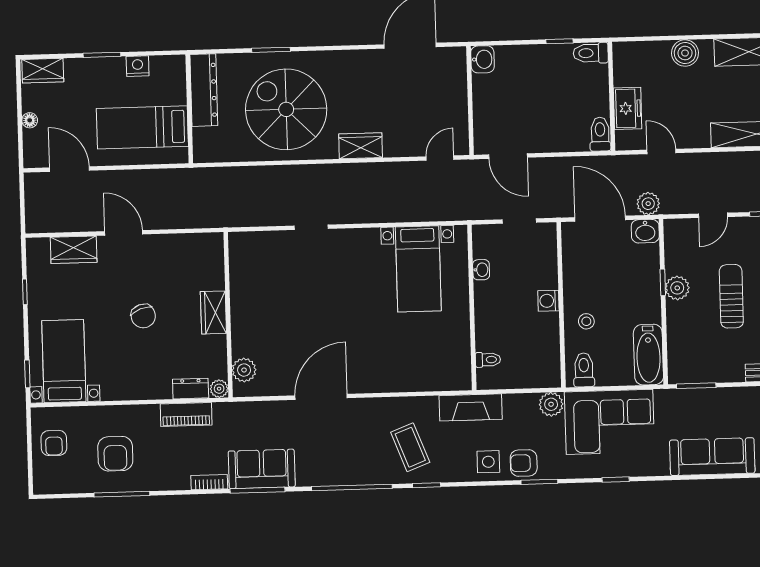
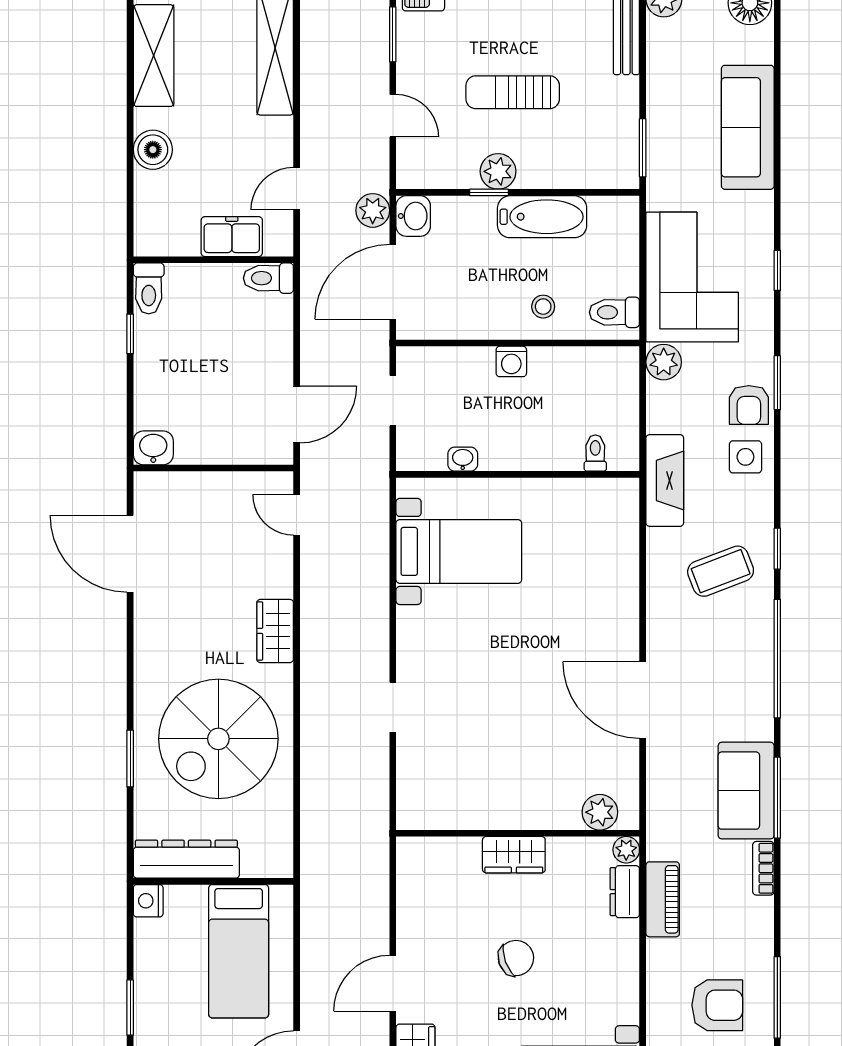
nightstand: (138, 66) -> (148, 901), moved
bathtub: (648, 355) -> (542, 217), moved

